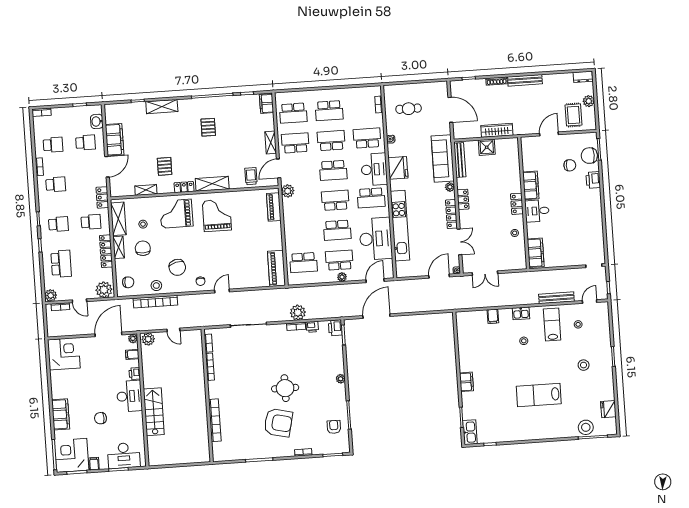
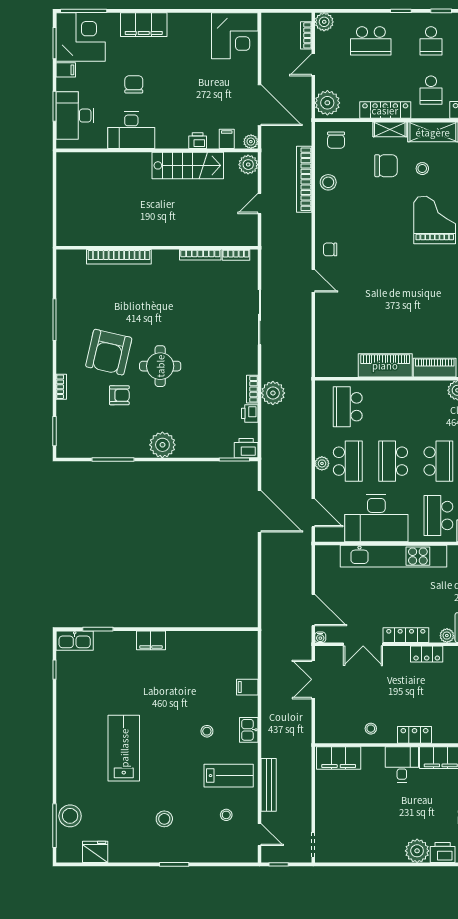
plant: (593, 197) -> (417, 851), added
grand piano: (217, 215) -> (428, 281), removed
chair: (177, 267) -> (354, 216), removed
piano: (276, 268) -> (385, 365), moved
plant: (341, 379) -> (162, 445), width x1.87, depth x1.87
desk: (129, 396) -> (131, 130), moved
stairs: (154, 412) -> (188, 165), moved
armchair: (334, 427) -> (119, 395), moved

